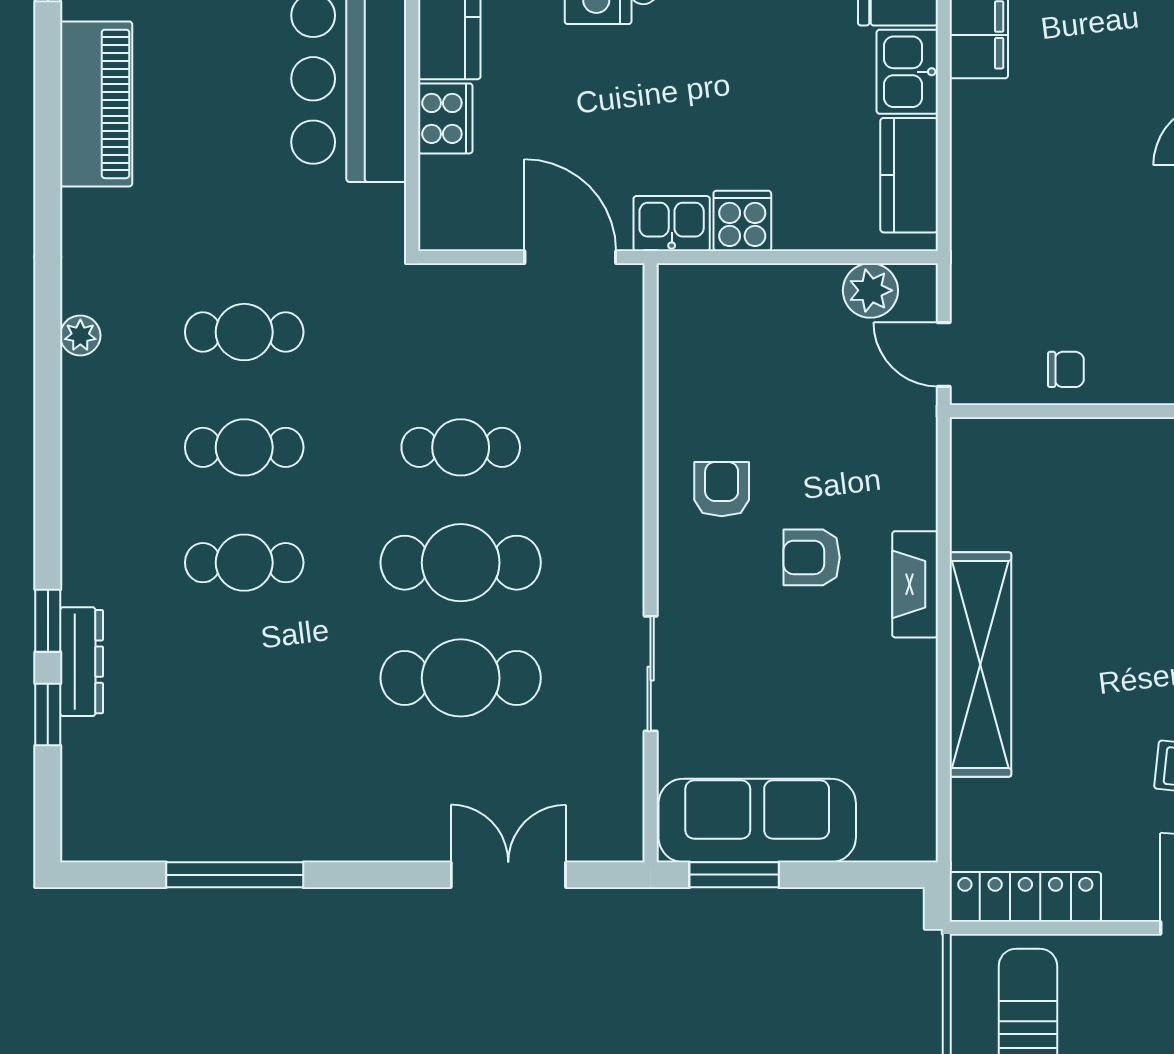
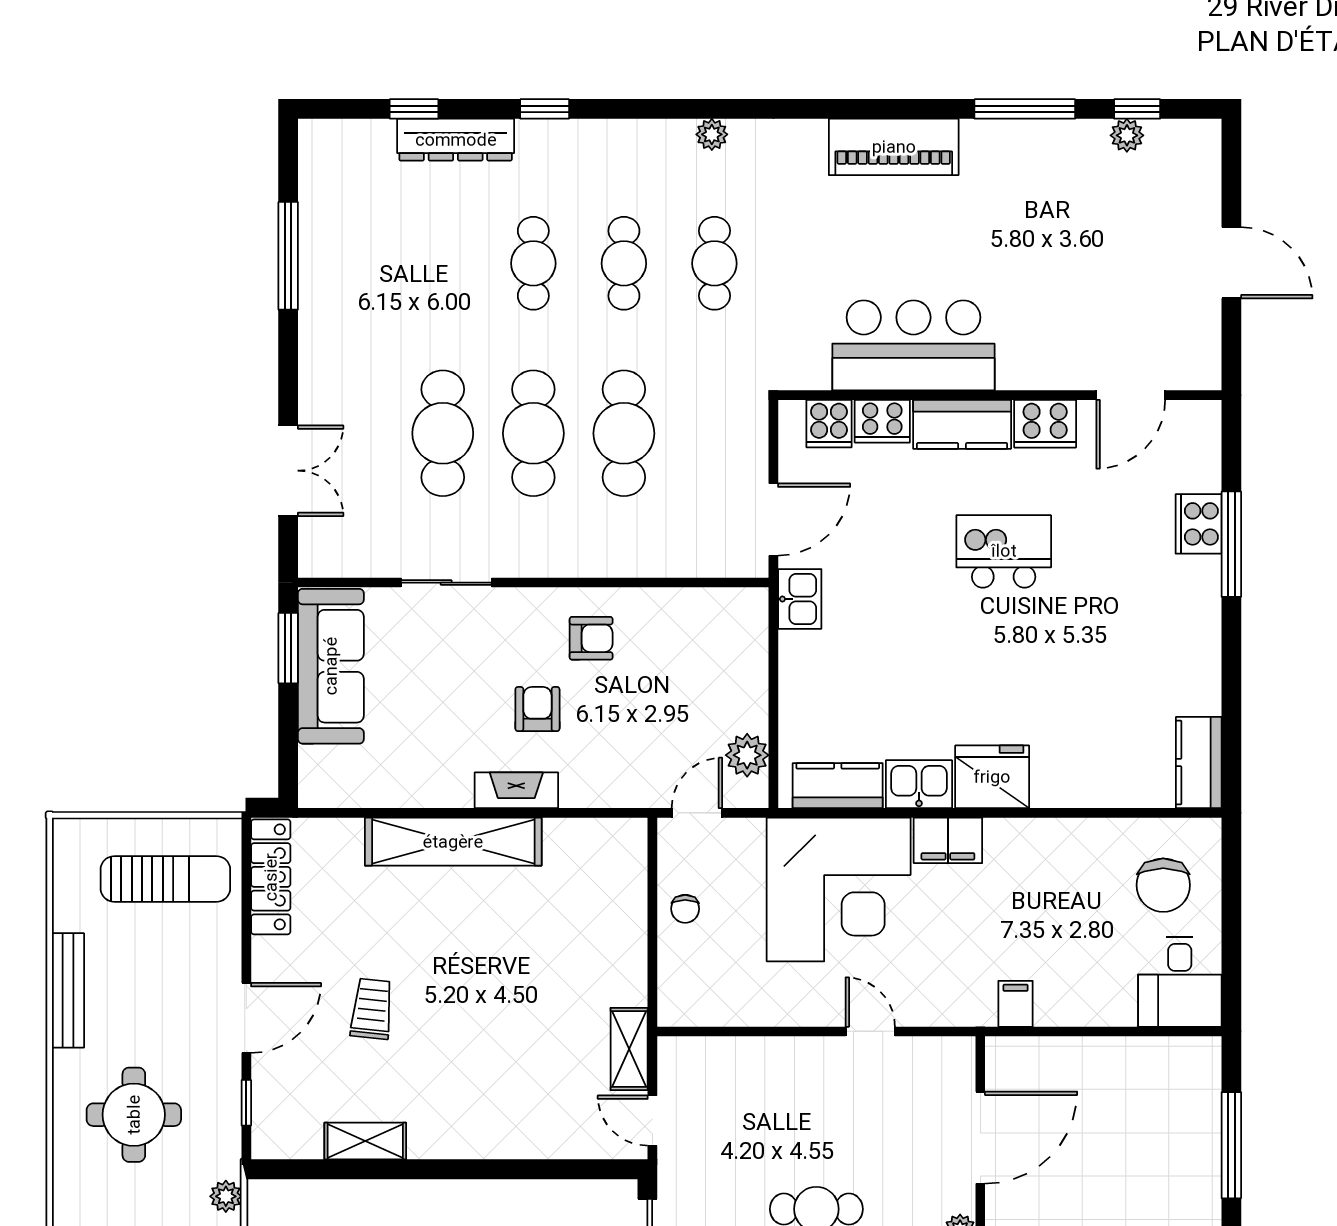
corner desk: (1041, 174) -> (839, 889), added
cooker: (742, 221) -> (829, 424), moved, turned 90
cafe table: (461, 447) -> (624, 433), width x1.37, depth x1.35
window: (48, 621) -> (545, 109), moved
dresser: (82, 662) -> (456, 140), width x1.37, depth x1.24

